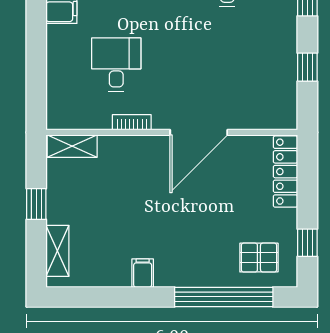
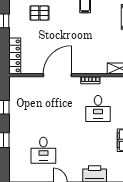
pallet: (259, 258) -> (39, 13), moved

